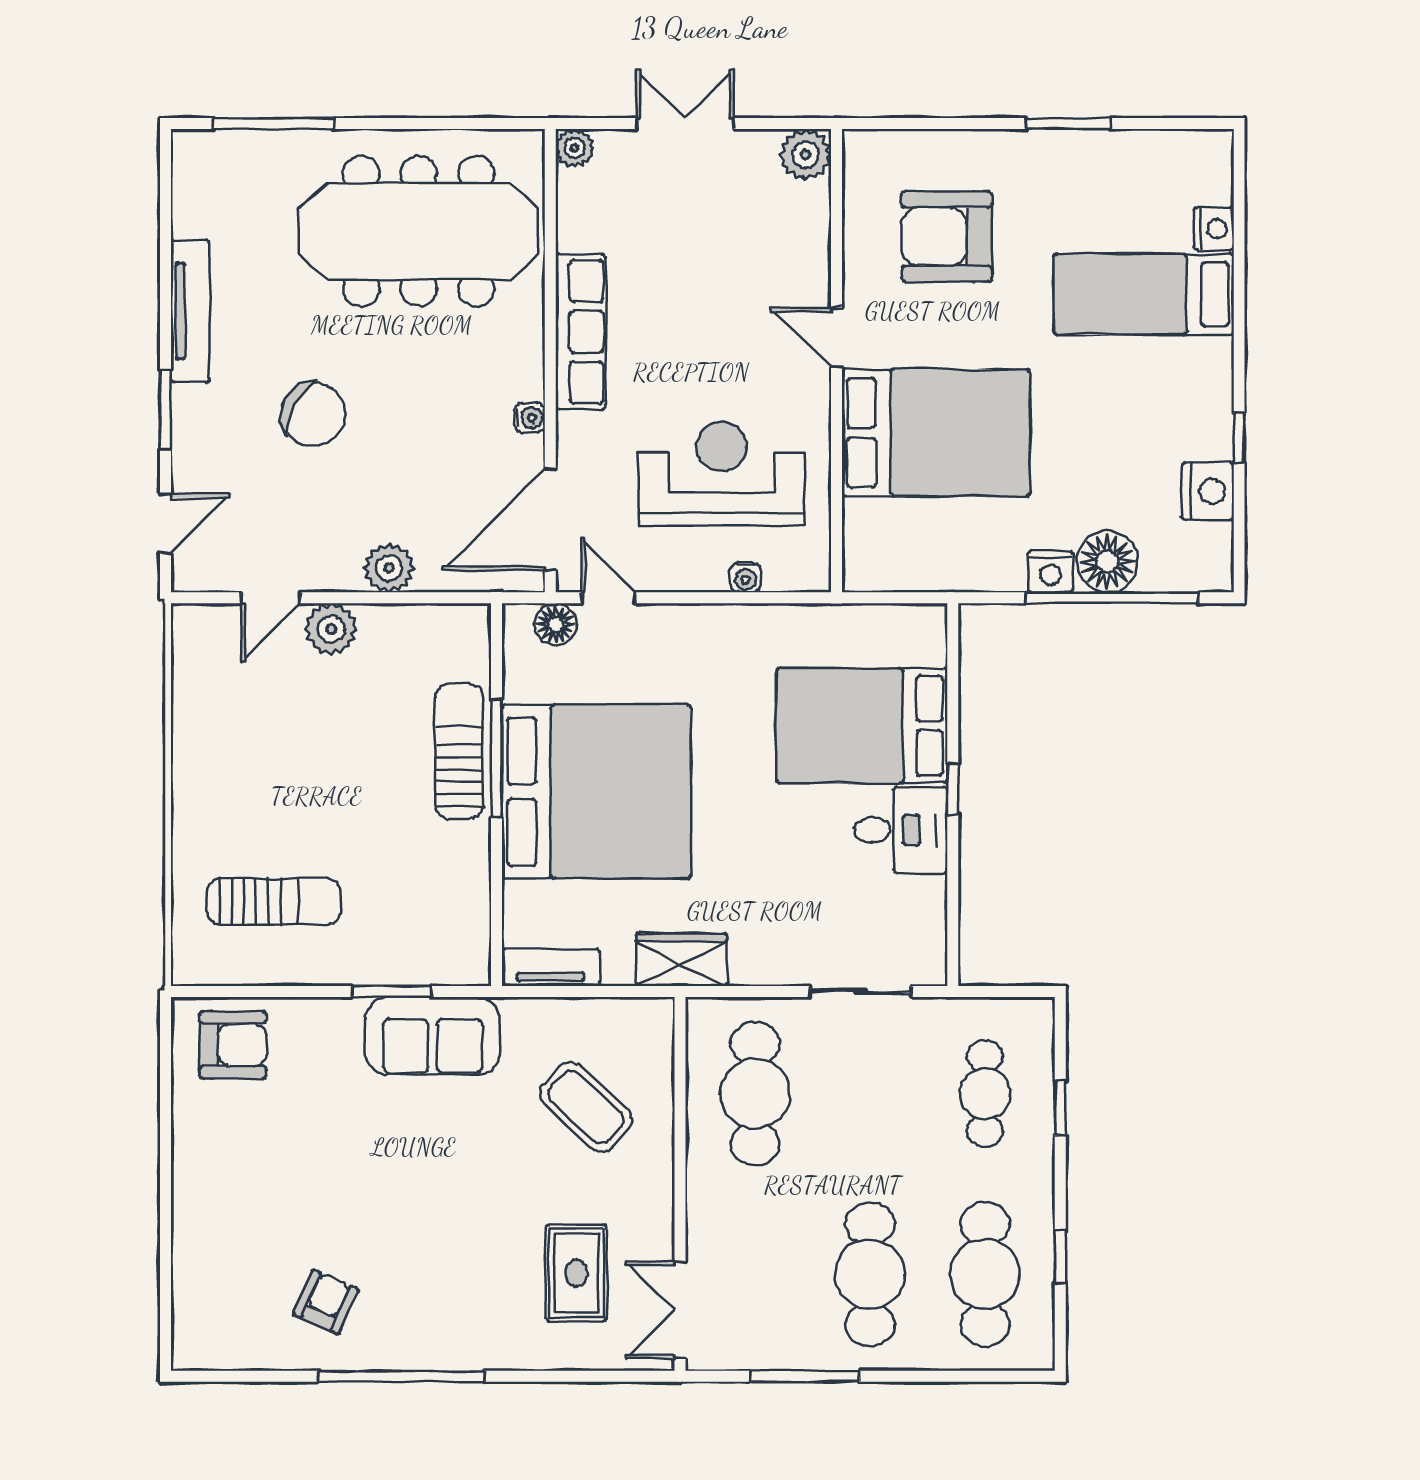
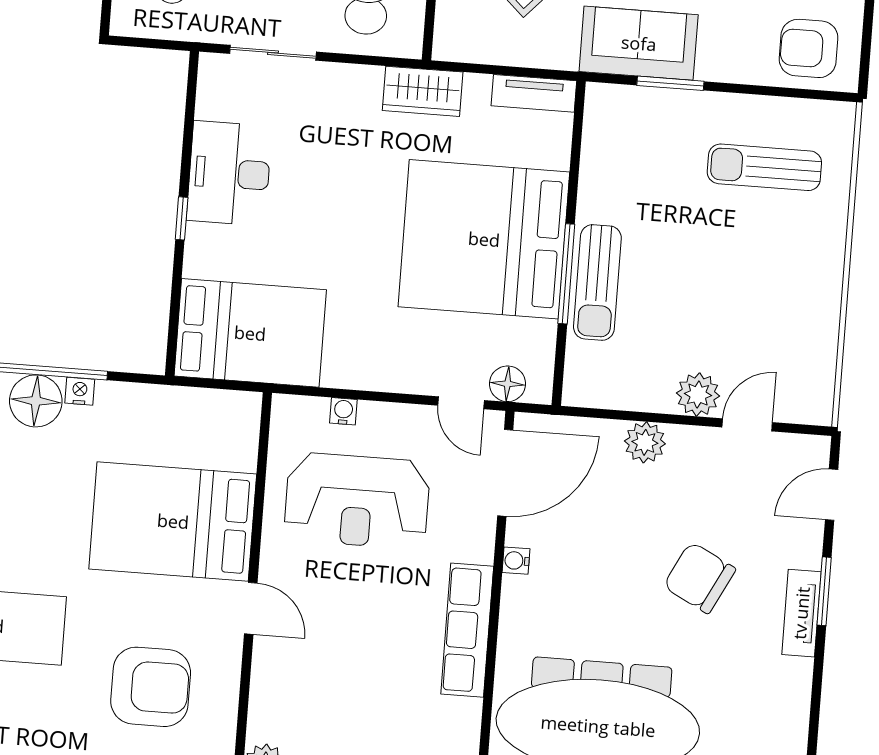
tv unit: (190, 311) -> (801, 613), moved, width x0.71
nightstand: (1050, 572) -> (80, 391), width x0.72, depth x0.74
bed: (862, 726) -> (250, 333), moved
desk: (901, 830) -> (229, 173), width x1.37

